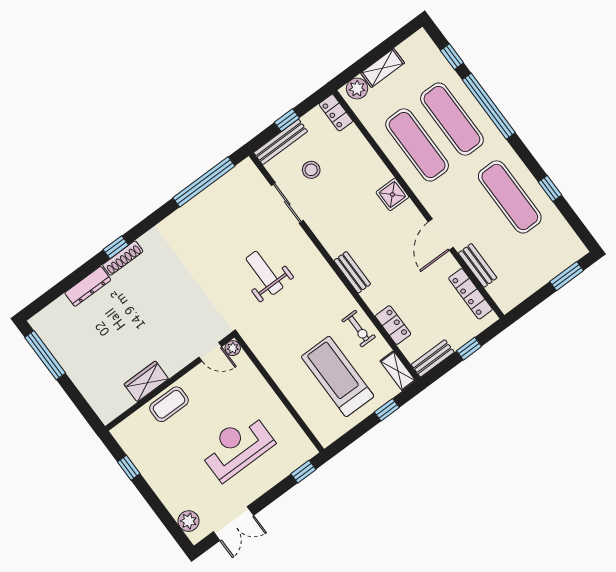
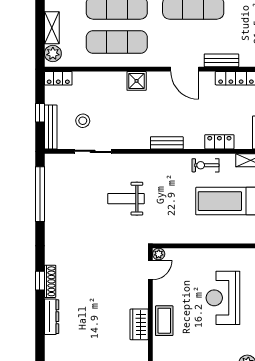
exercise bike: (359, 329) -> (205, 165), turned 180

